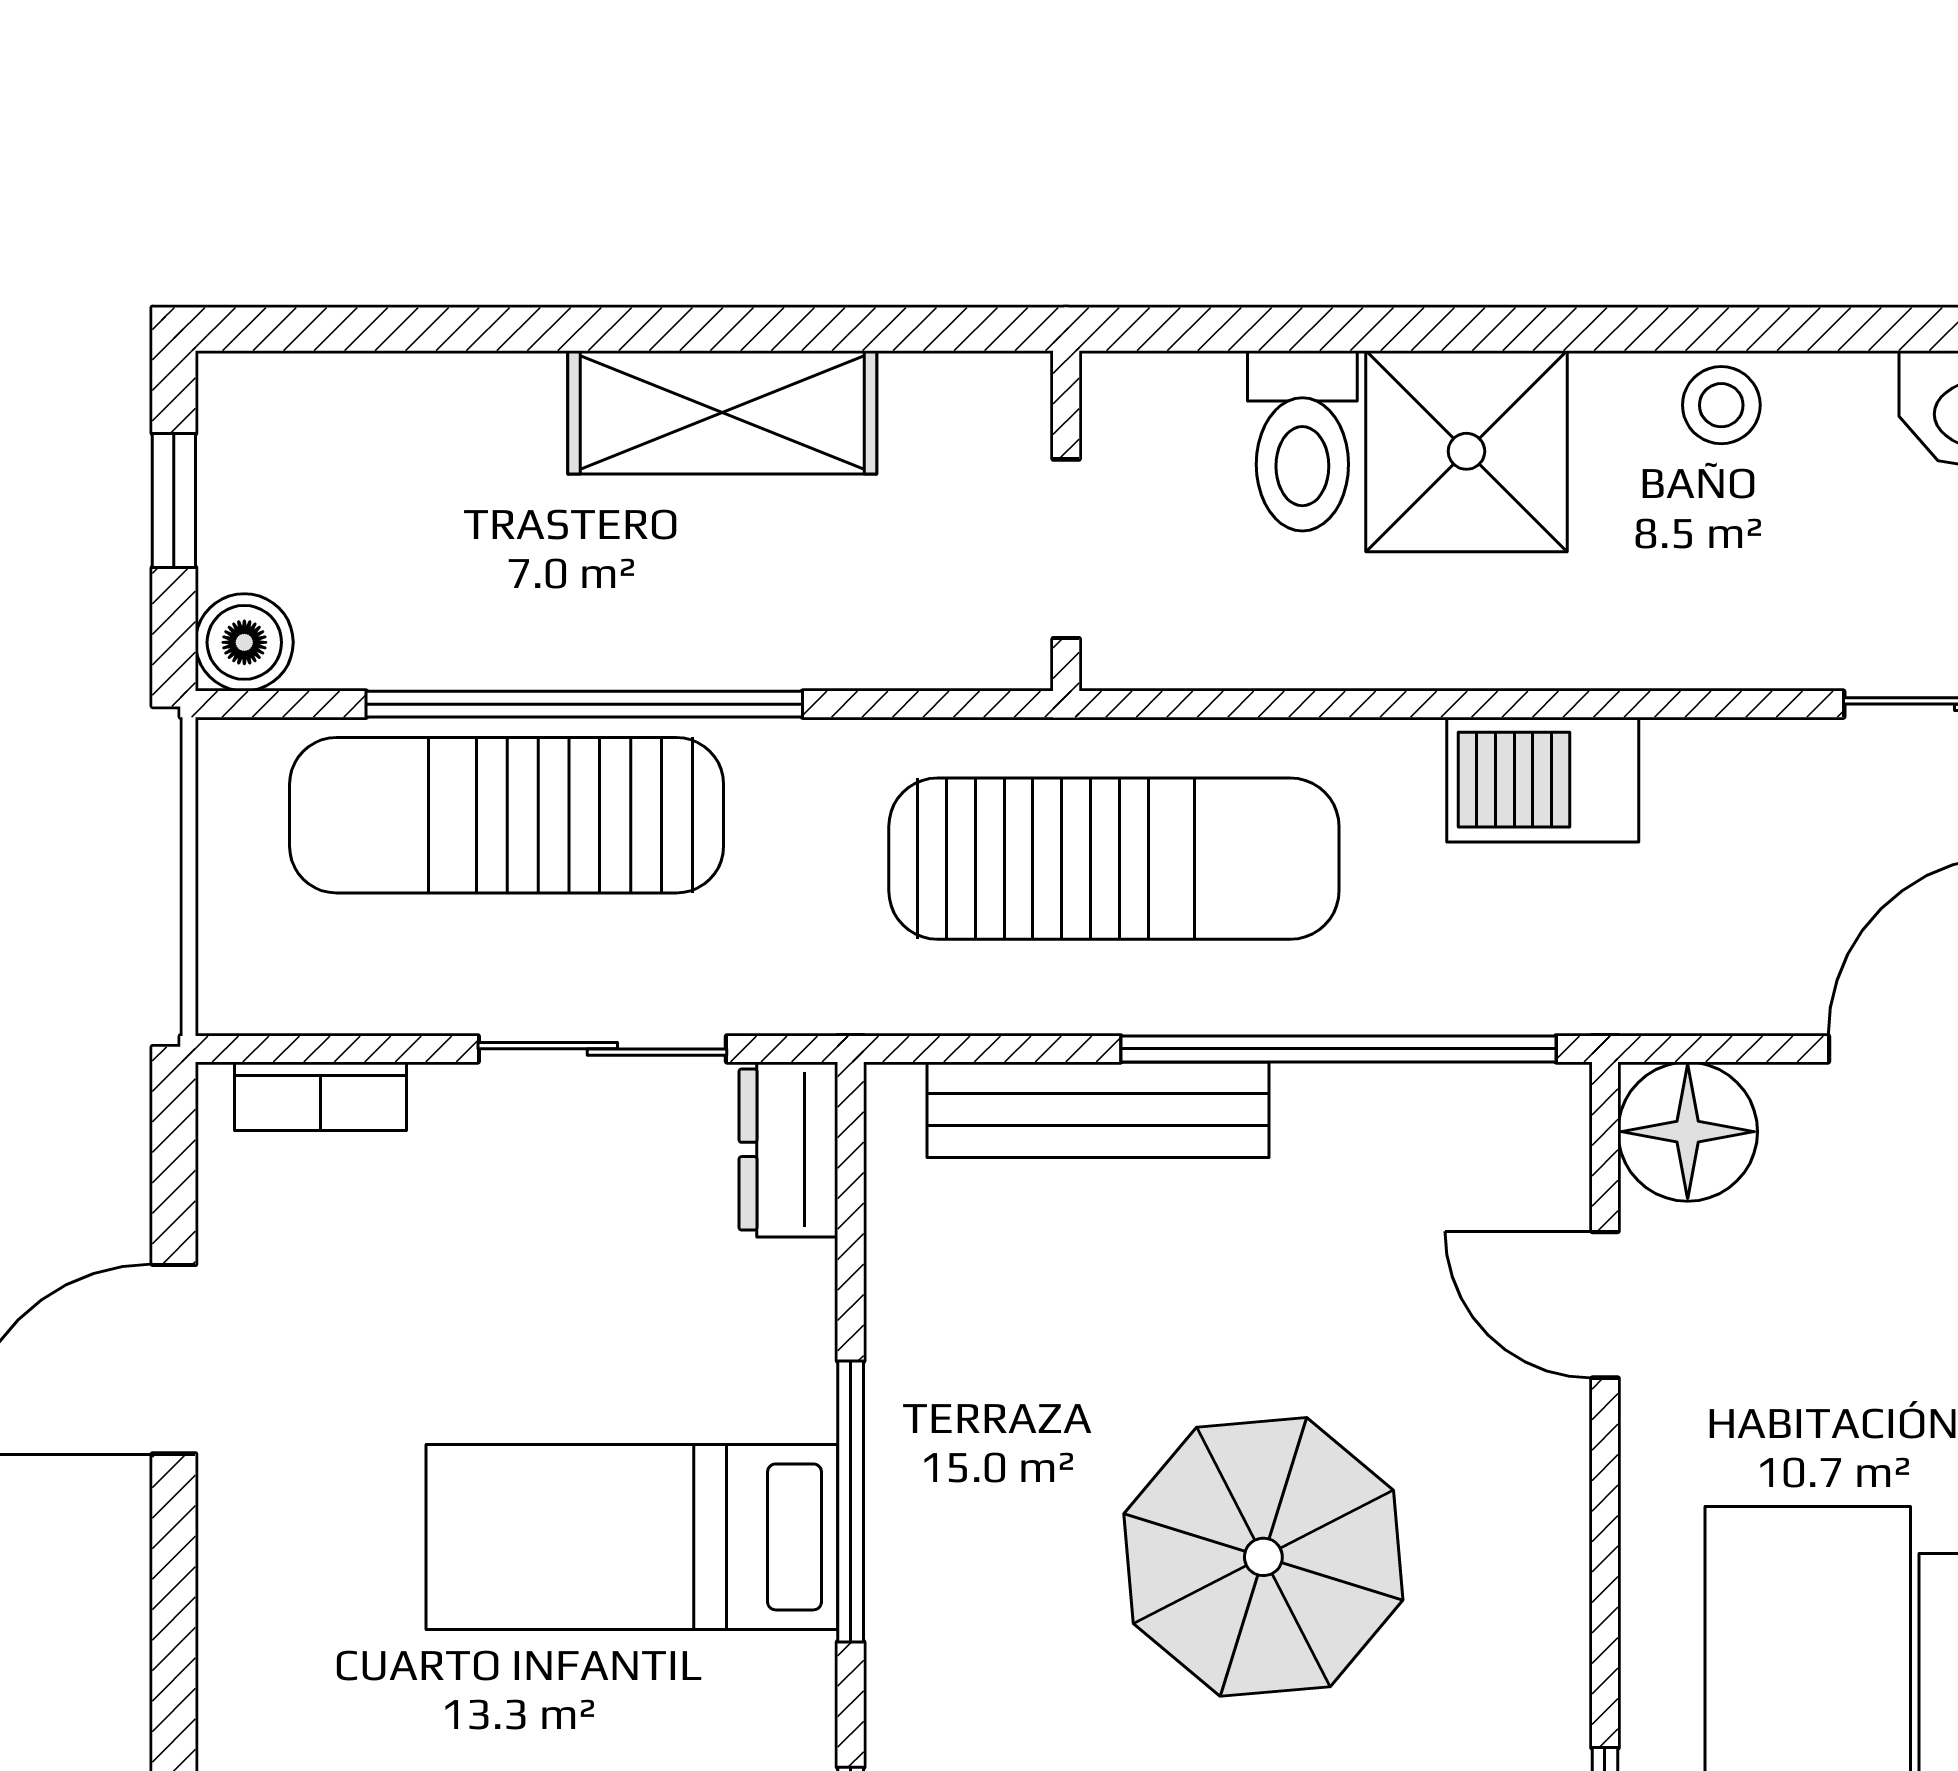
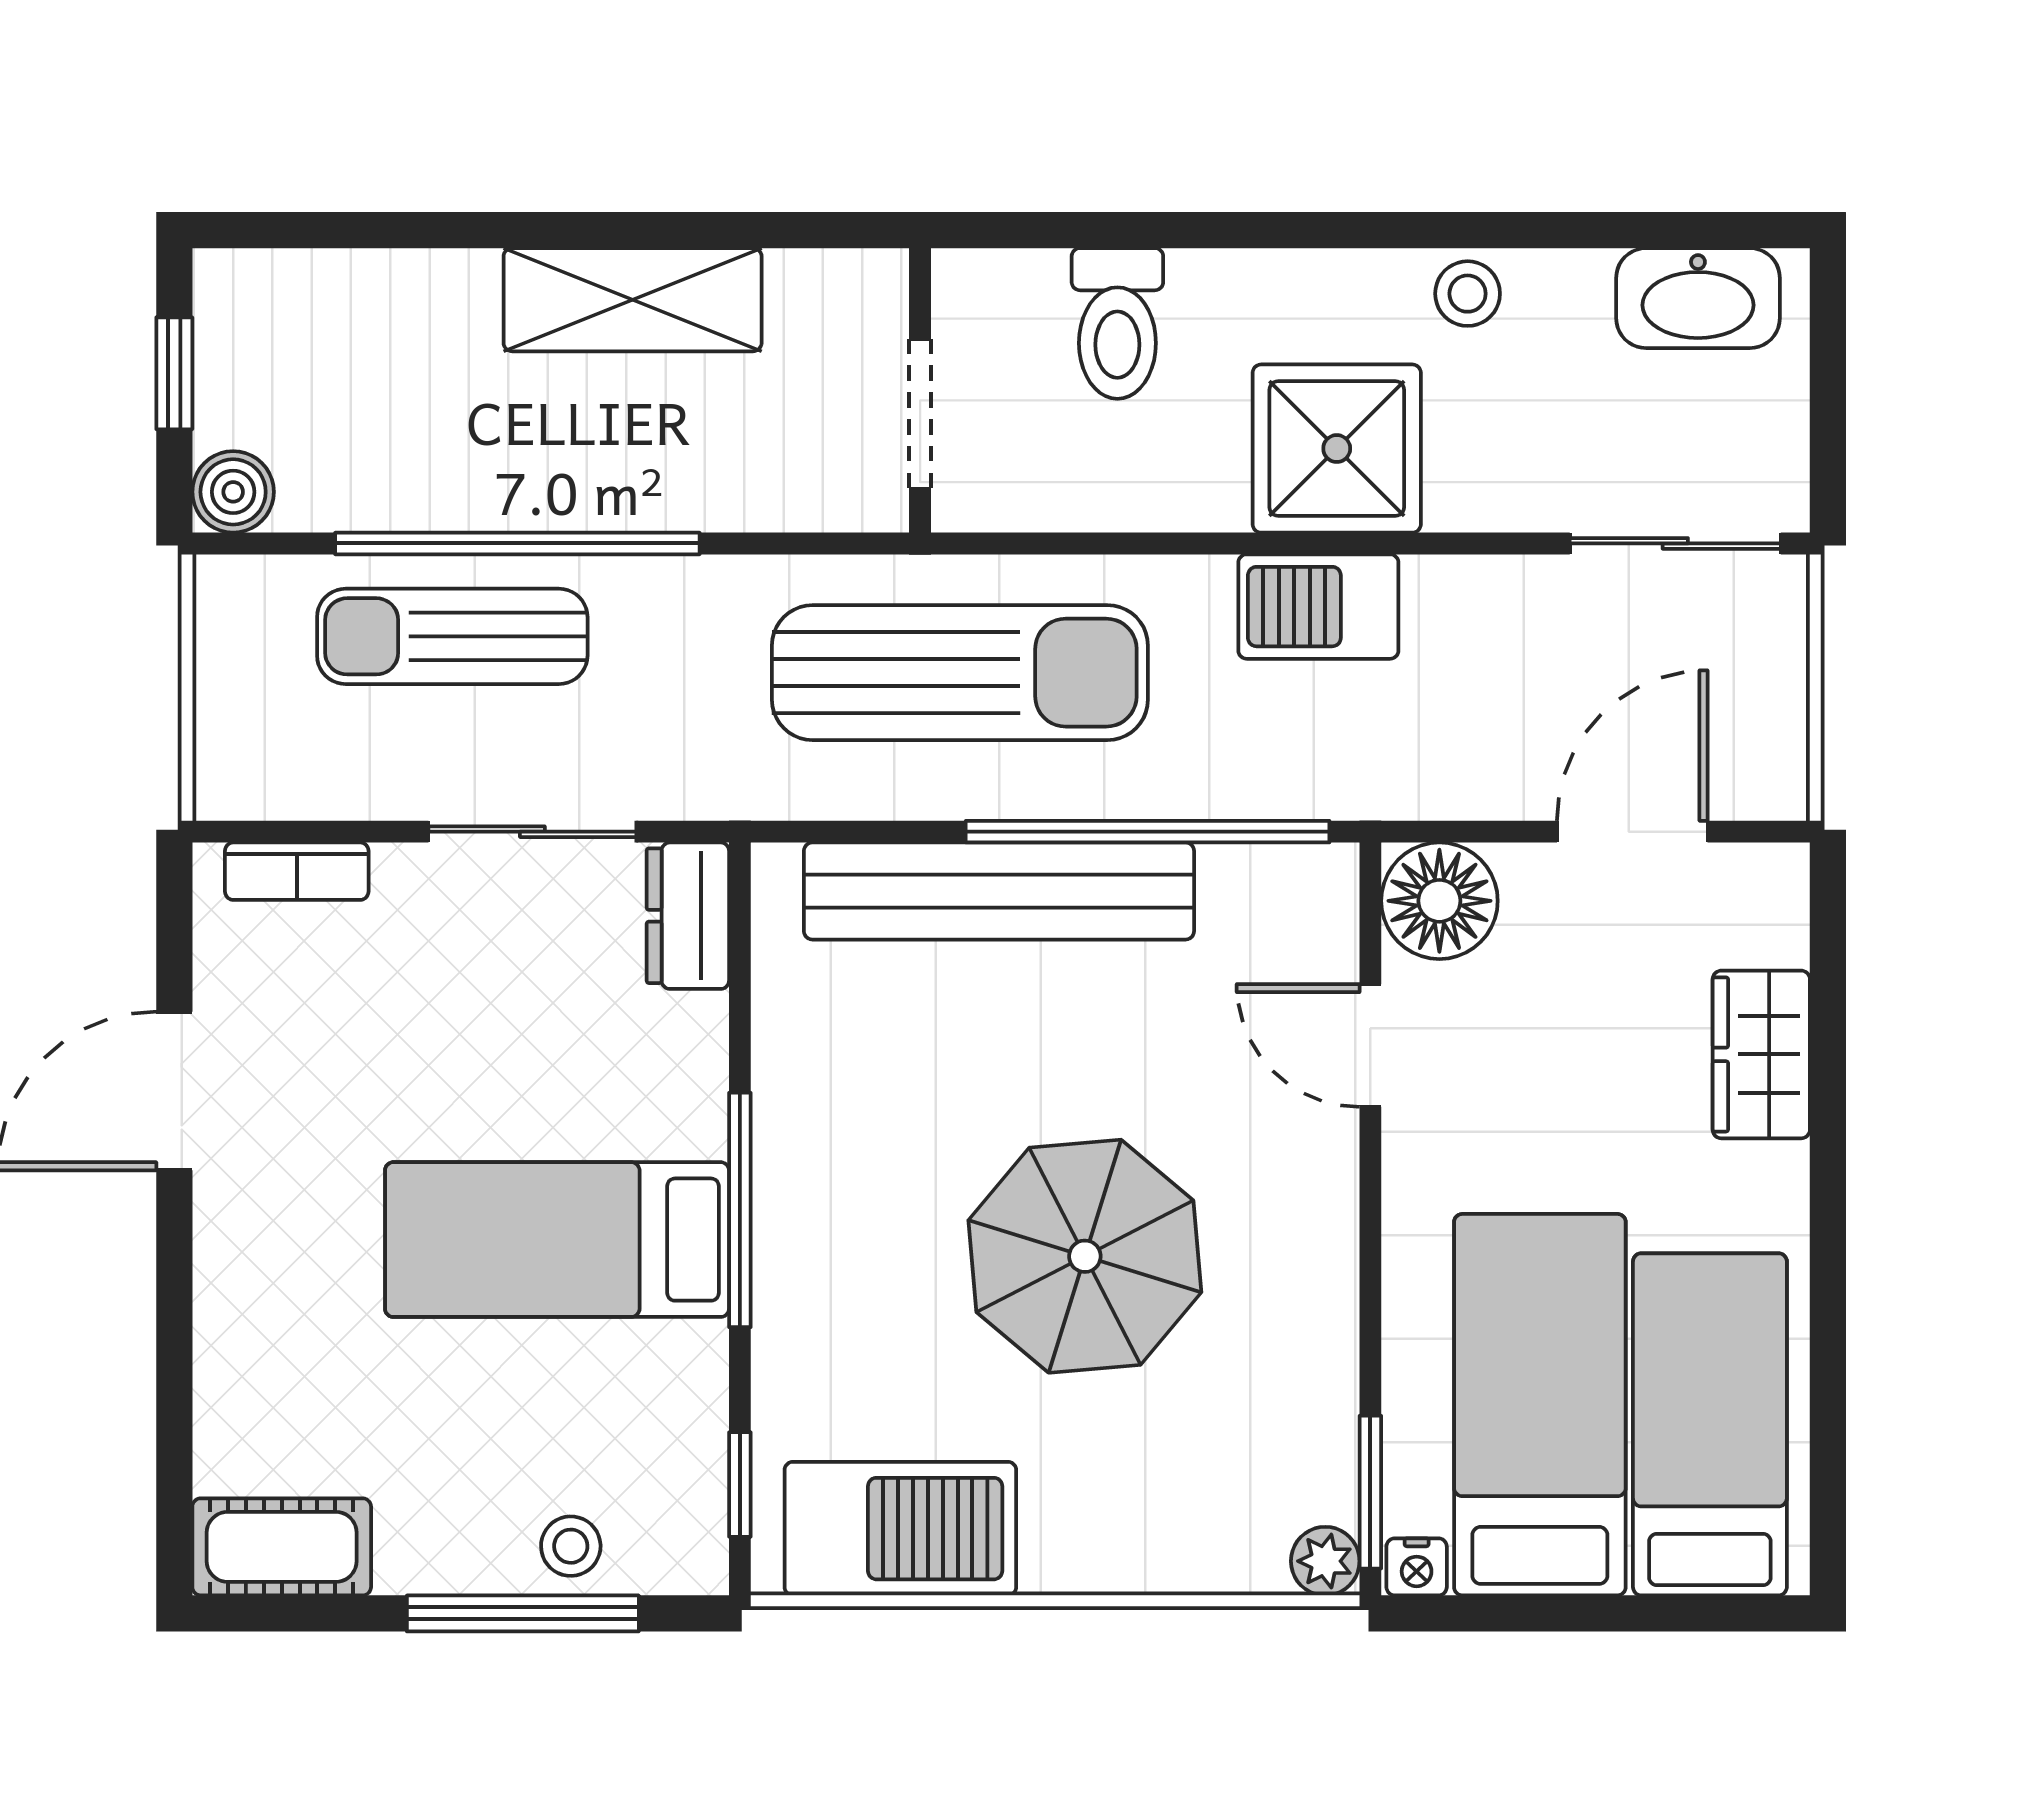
shower: (1466, 451) -> (1337, 449), moved
sun lounger: (507, 815) -> (452, 636), width x0.73, depth x0.75
bench: (1098, 1110) -> (999, 891), width x1.37, depth x1.21

